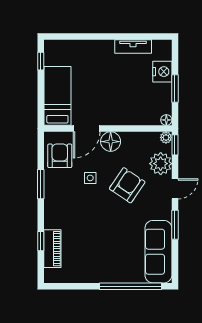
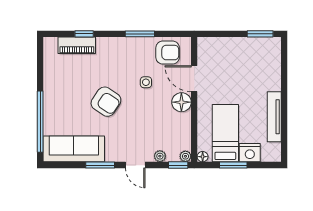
tv unit: (133, 47) -> (274, 117), width x1.41
window: (41, 61) -> (260, 34), width x1.50
bed: (57, 96) -> (225, 133), moved, turned -90
plant: (161, 164) -> (160, 156), width x0.53, depth x0.53
armchair: (127, 185) -> (106, 102), moved

